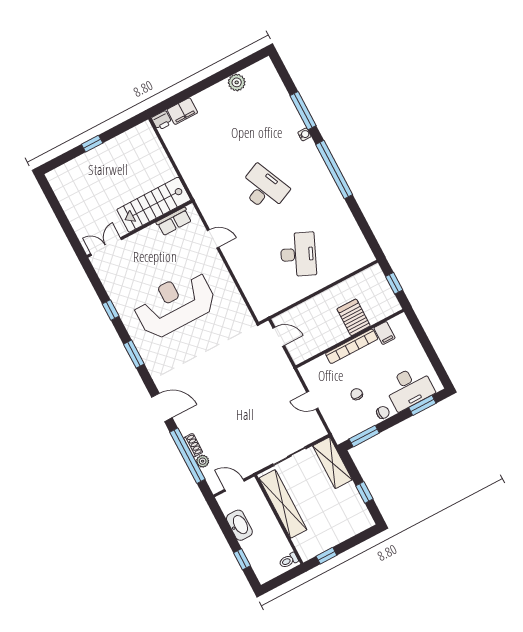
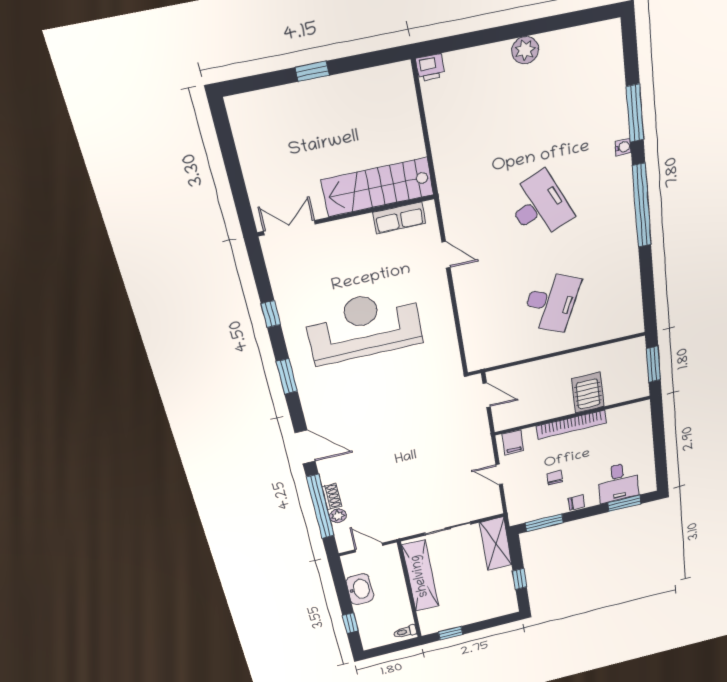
plant: (237, 82) -> (525, 50), moved
filing cabinet: (182, 111) -> (466, 62), removed
window: (394, 283) -> (653, 364), width x1.50
filing cabinet: (385, 333) -> (513, 442), moved
desk: (409, 388) -> (618, 482), width x0.73

